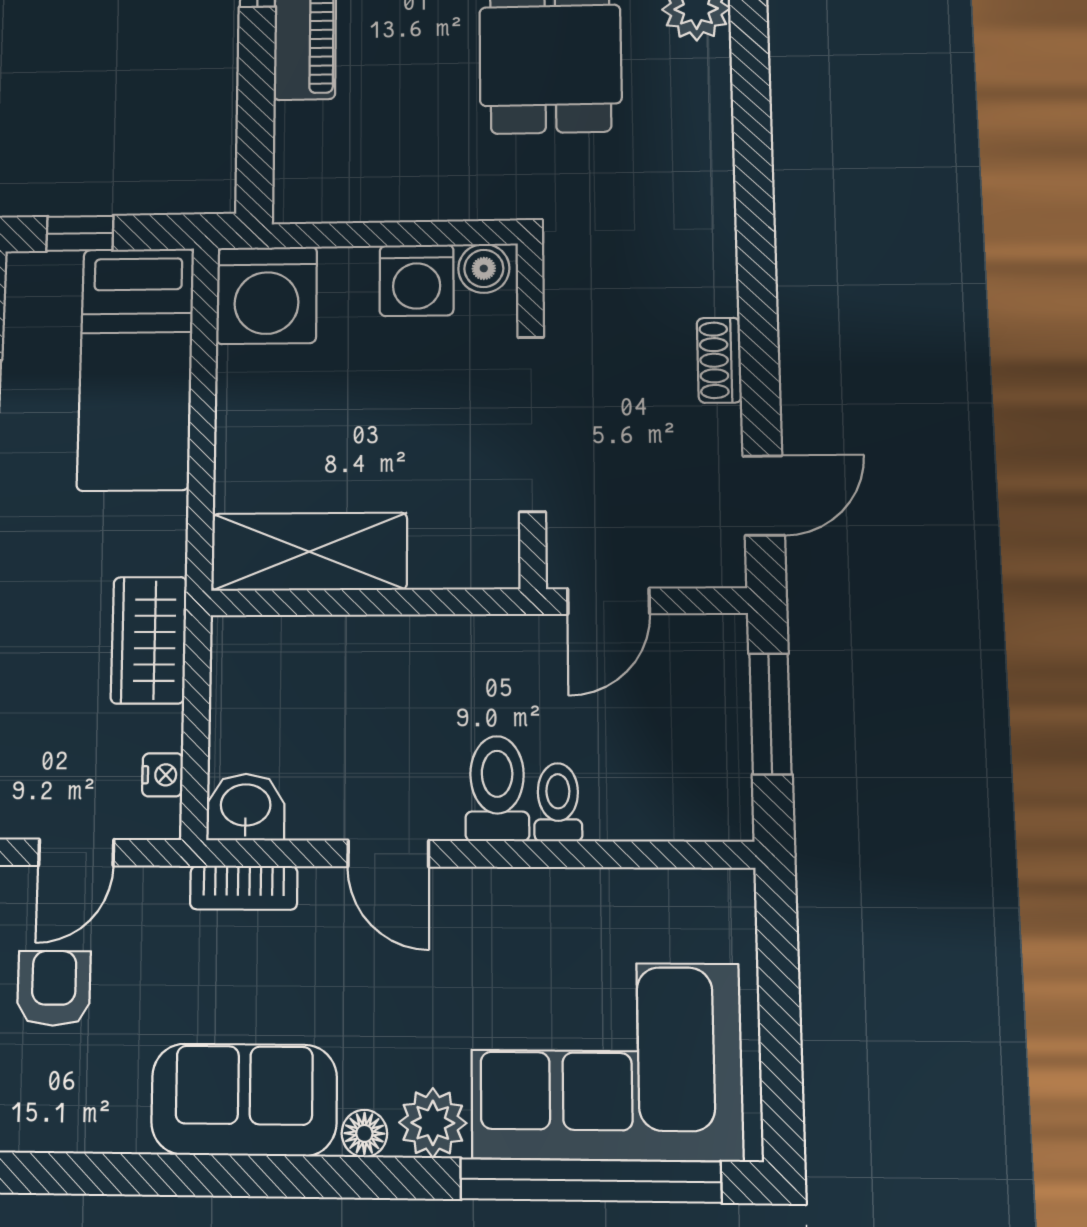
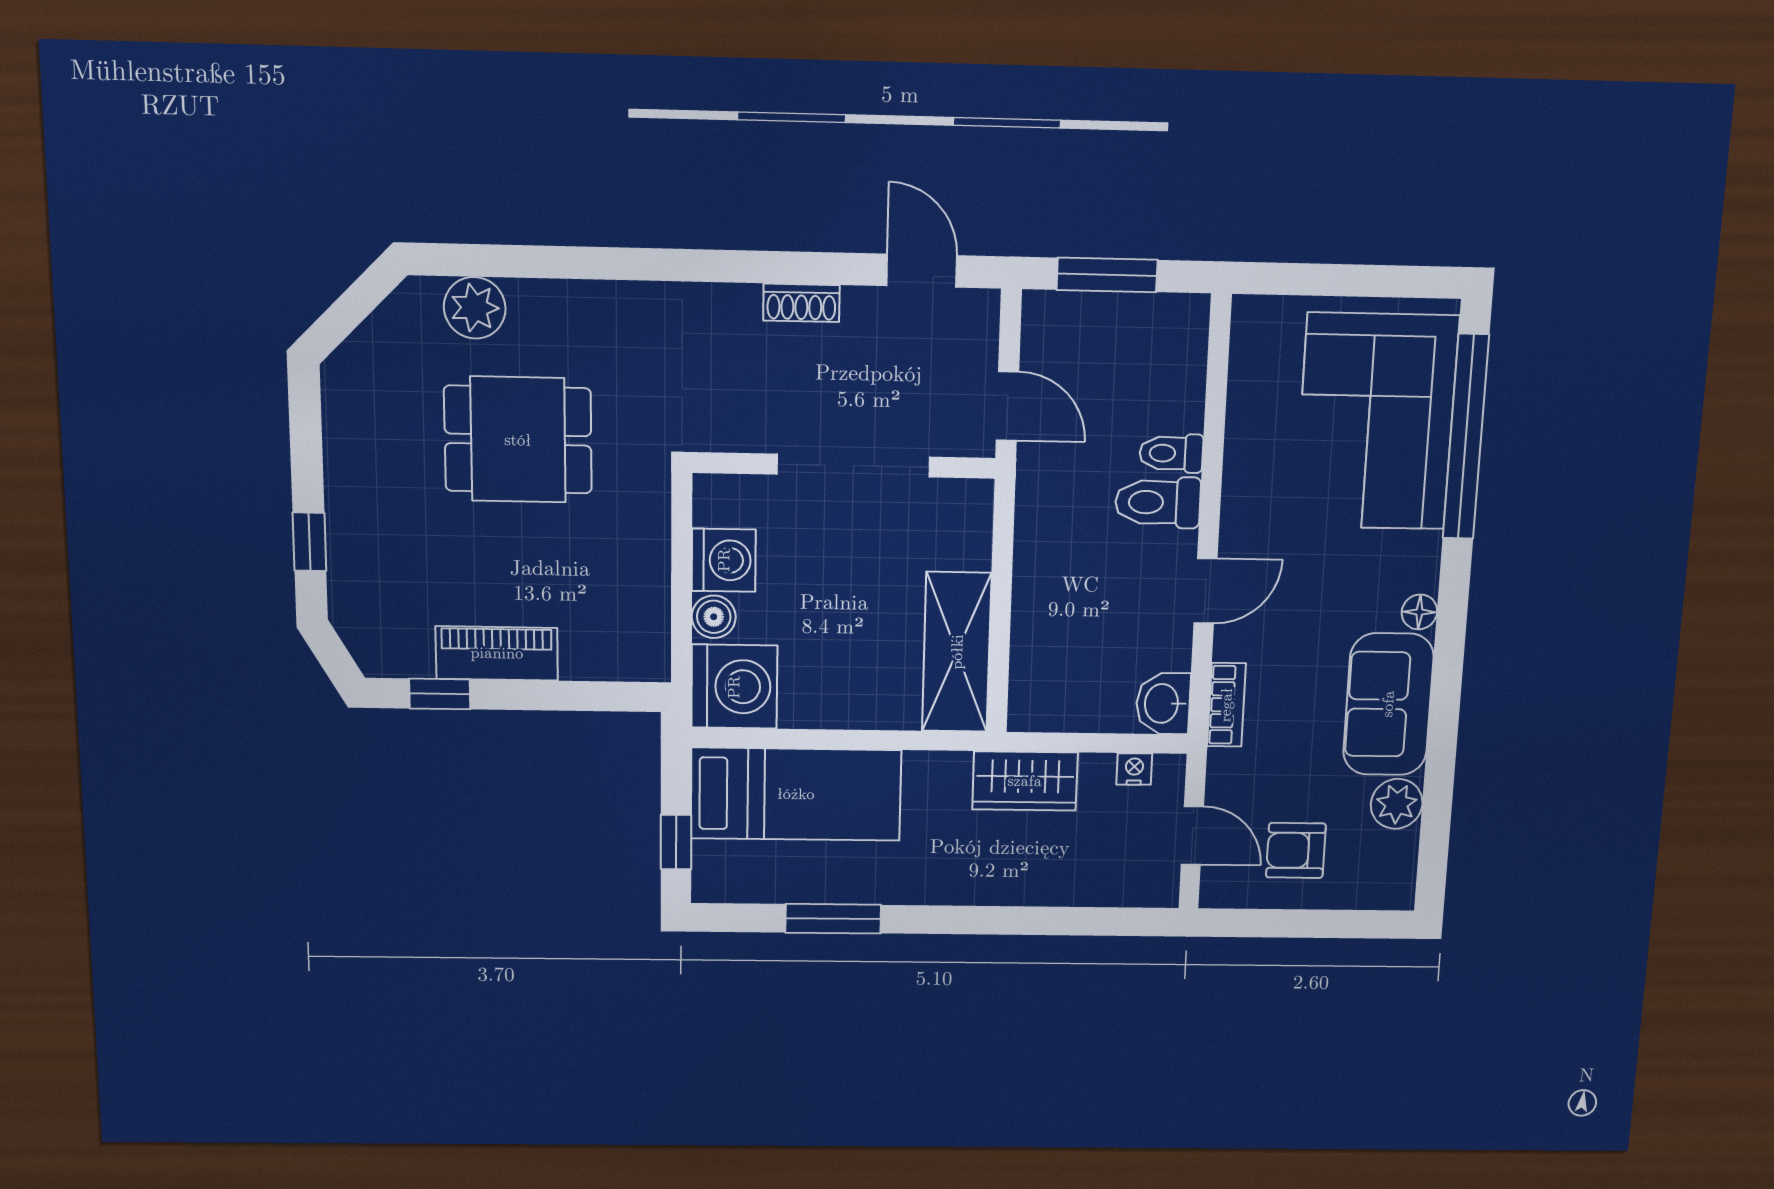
boiler: (484, 268) -> (714, 617), moved
plant: (433, 1123) -> (1397, 804), moved

